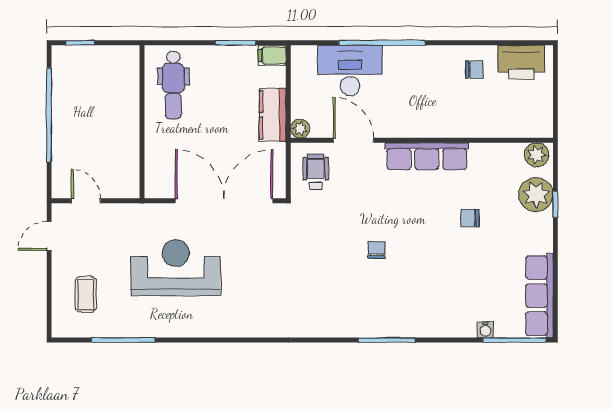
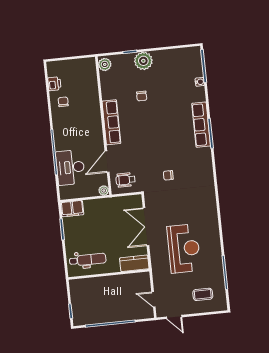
filing cabinet: (272, 55) -> (72, 209), width x2.00
printer: (521, 62) -> (54, 84), width x0.53, depth x0.68
kitchen counter: (273, 115) -> (134, 263), moved, turned 180
plant: (536, 195) -> (143, 61), moved
door: (86, 201) -> (153, 299), hinge flipped
double door: (224, 201) -> (146, 227), width x0.73
chair: (377, 250) -> (168, 175), moved
reception desk: (176, 268) -> (184, 248), turned 180
row of seats: (539, 296) -> (201, 125), moved, turned 90

